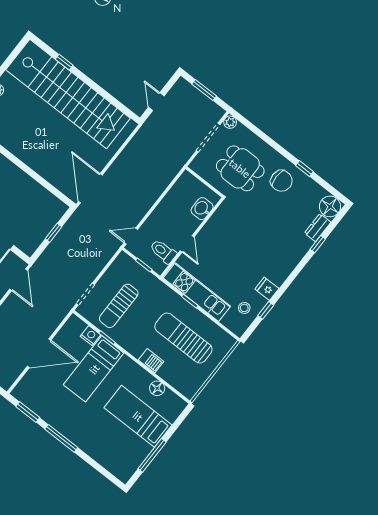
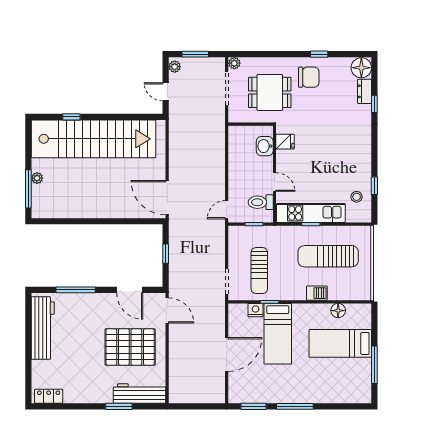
plant: (180, 87) -> (175, 67), added
fridge: (267, 289) -> (285, 142), moved, turned 180

